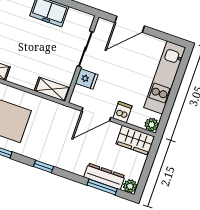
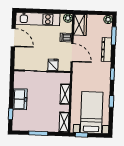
door: (130, 24) -> (13, 38), moved
shelving: (52, 89) -> (65, 94), moved
dresser: (104, 176) -> (107, 50), moved

